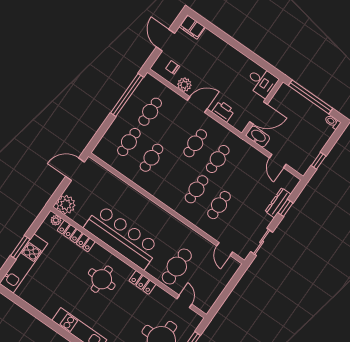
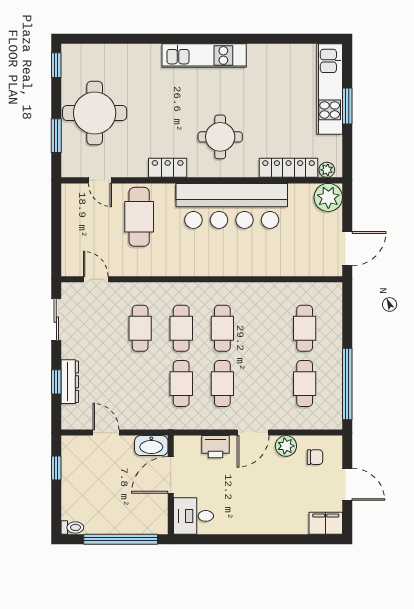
cafe table: (151, 158) -> (222, 328), moved

